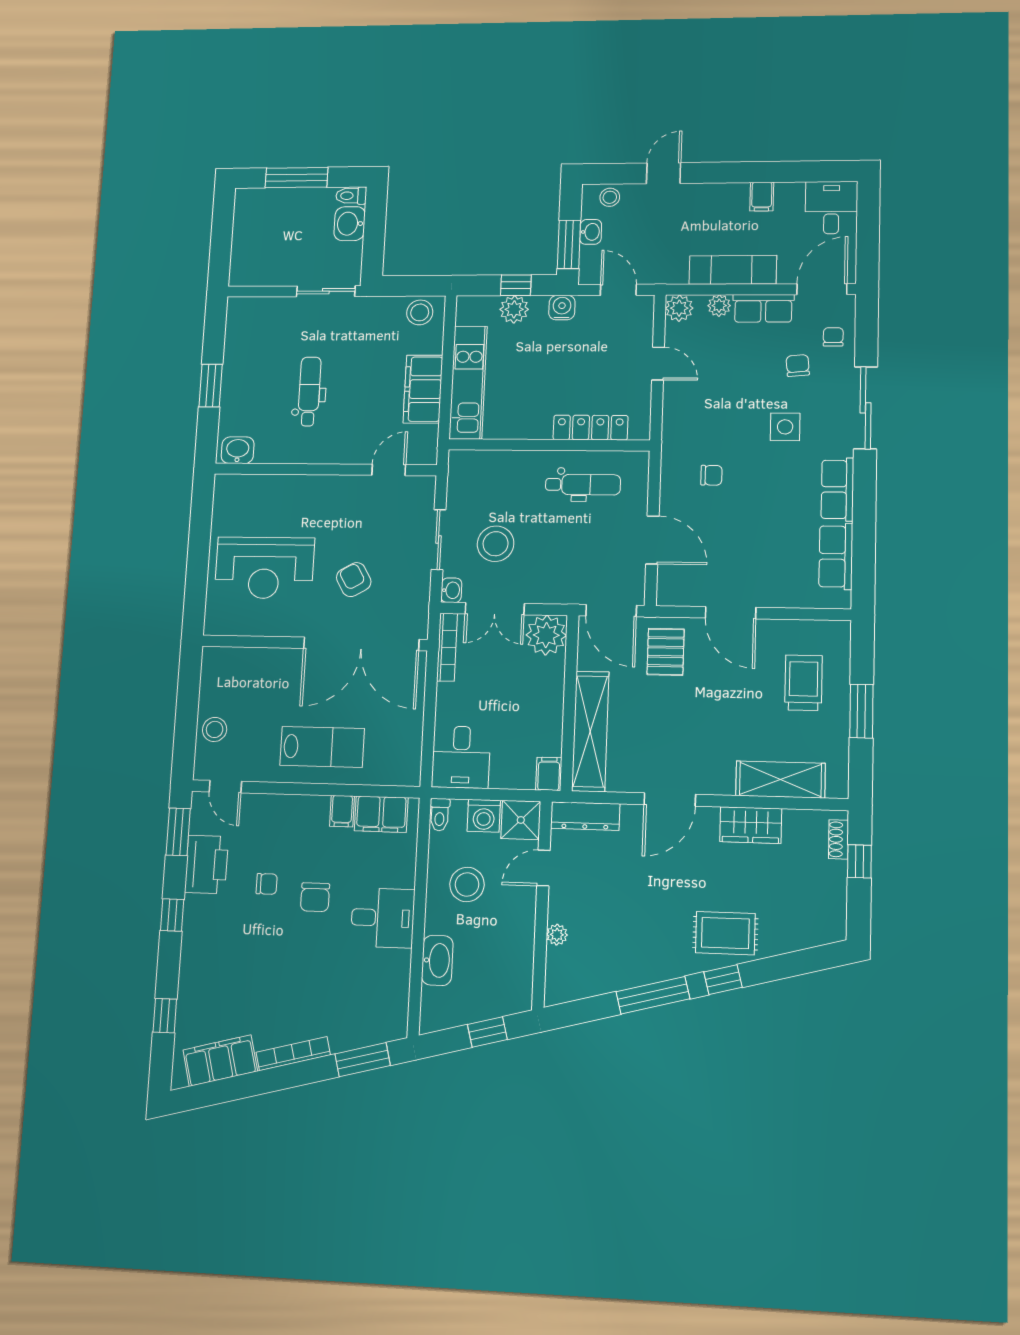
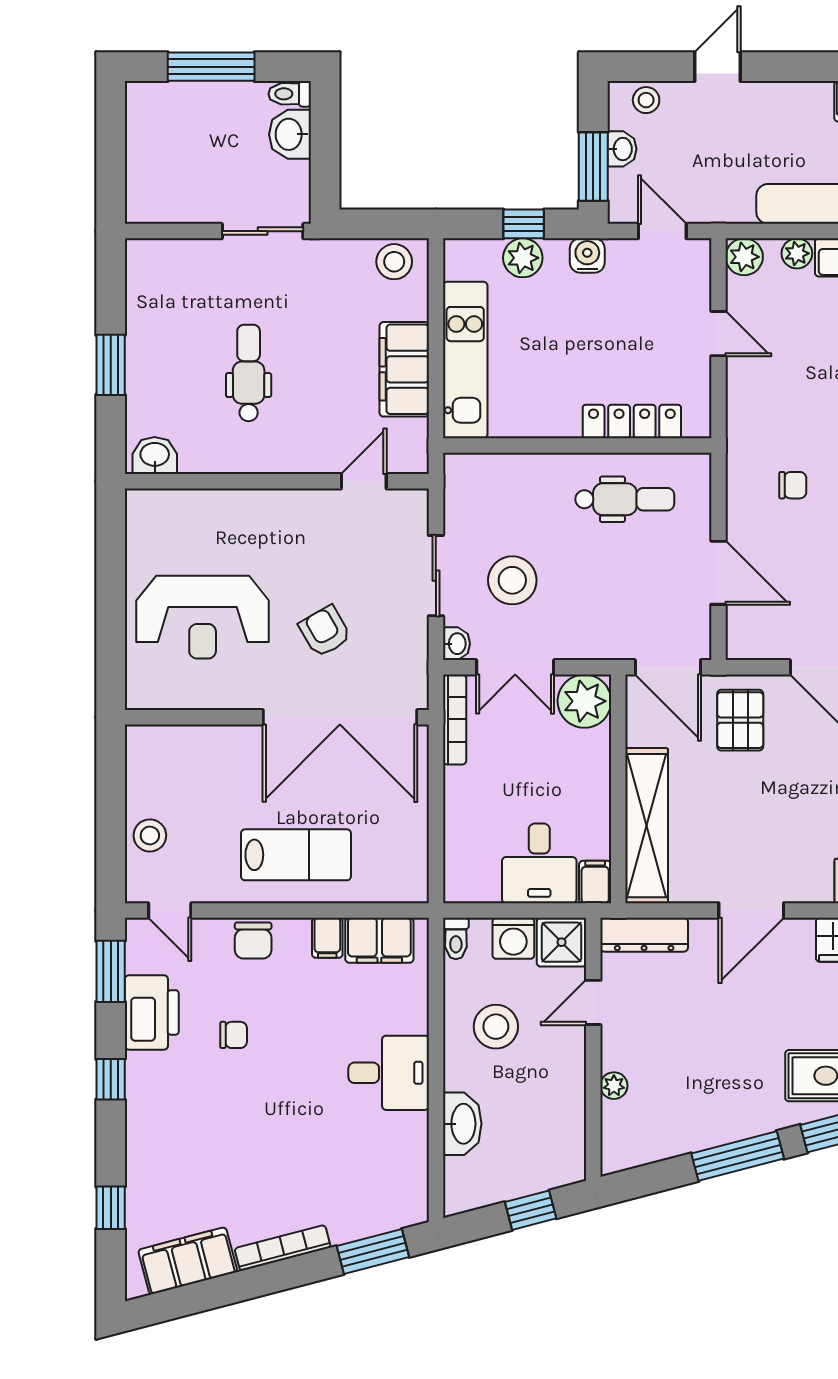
desk: (461, 757) -> (539, 863), moved
chair: (315, 897) -> (253, 941), moved

